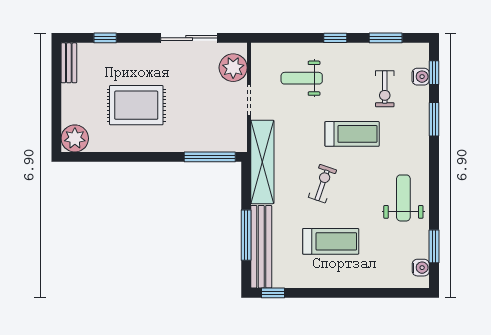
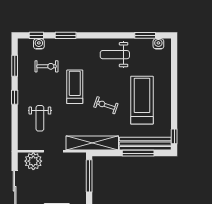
treadmill: (331, 241) -> (142, 100), width x1.37, depth x1.38

